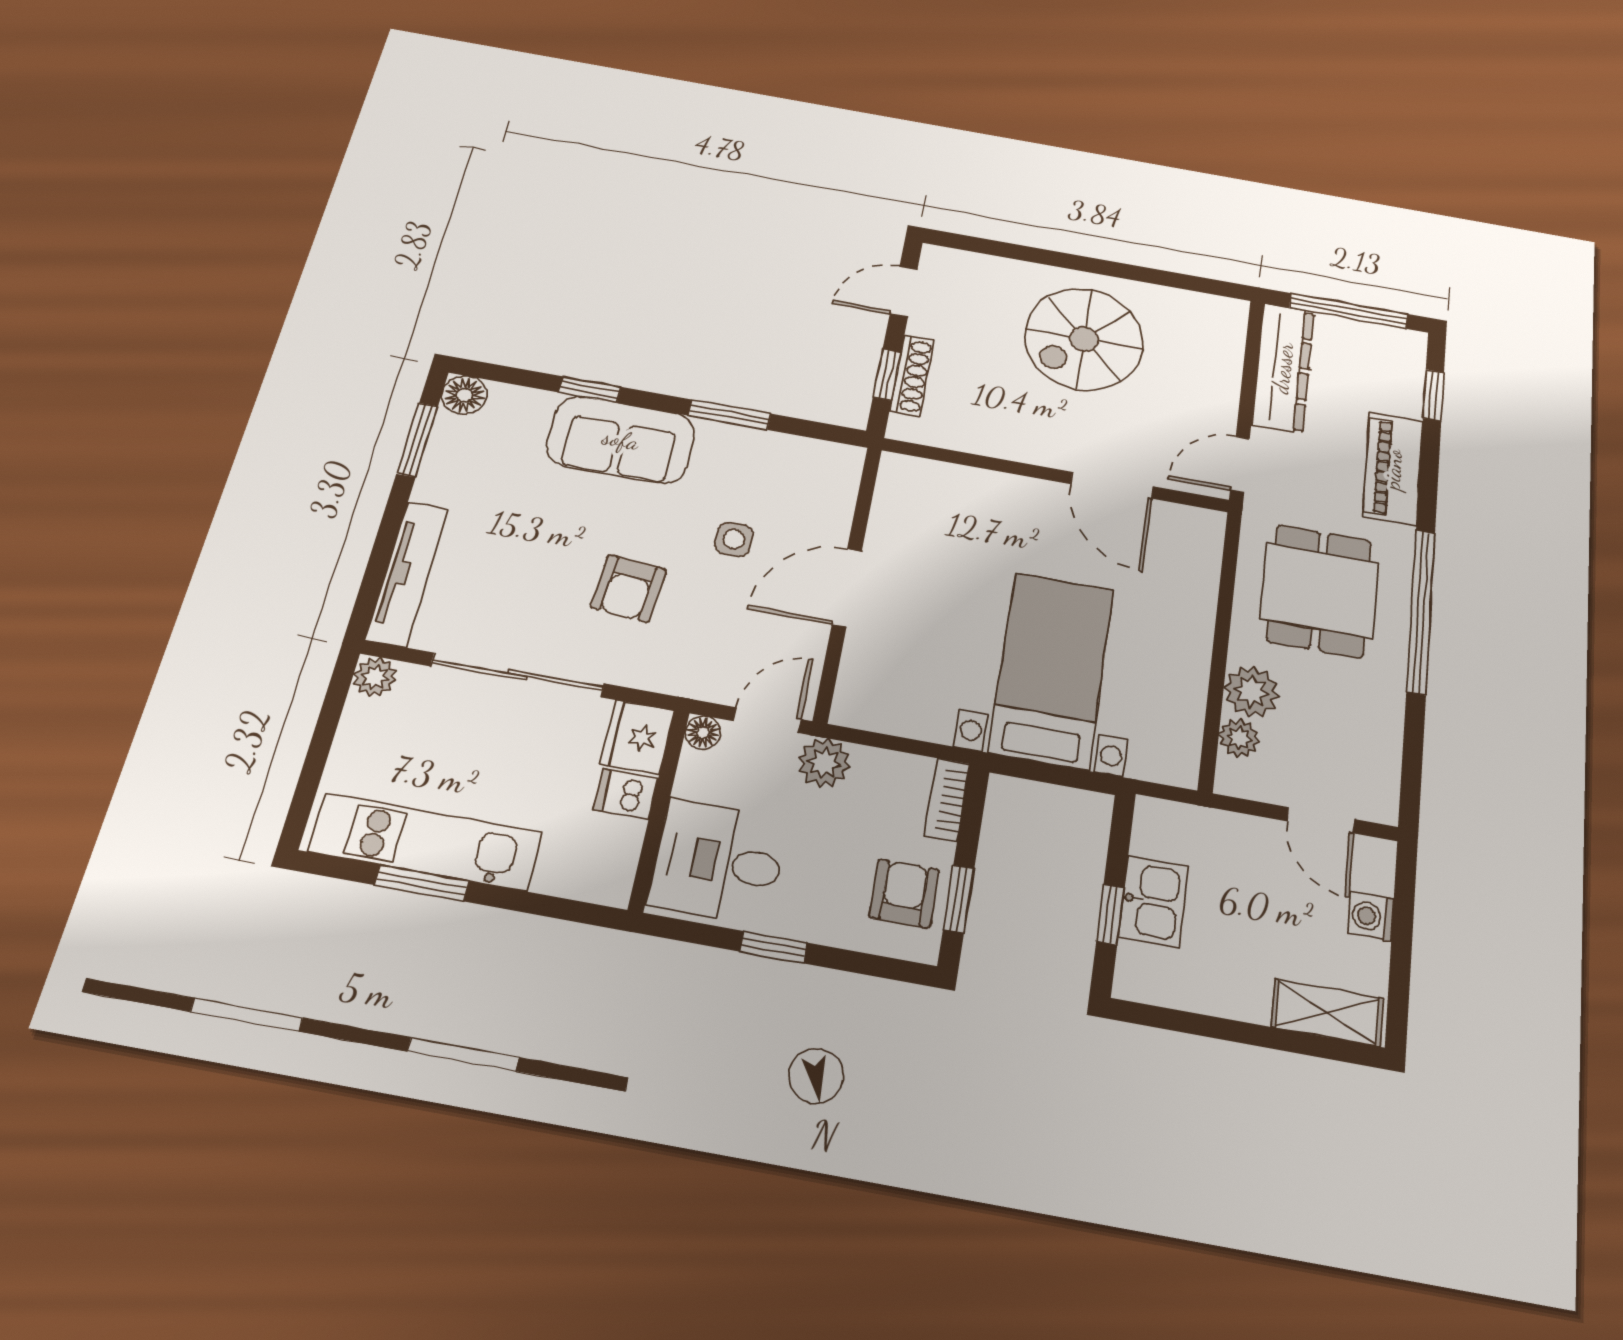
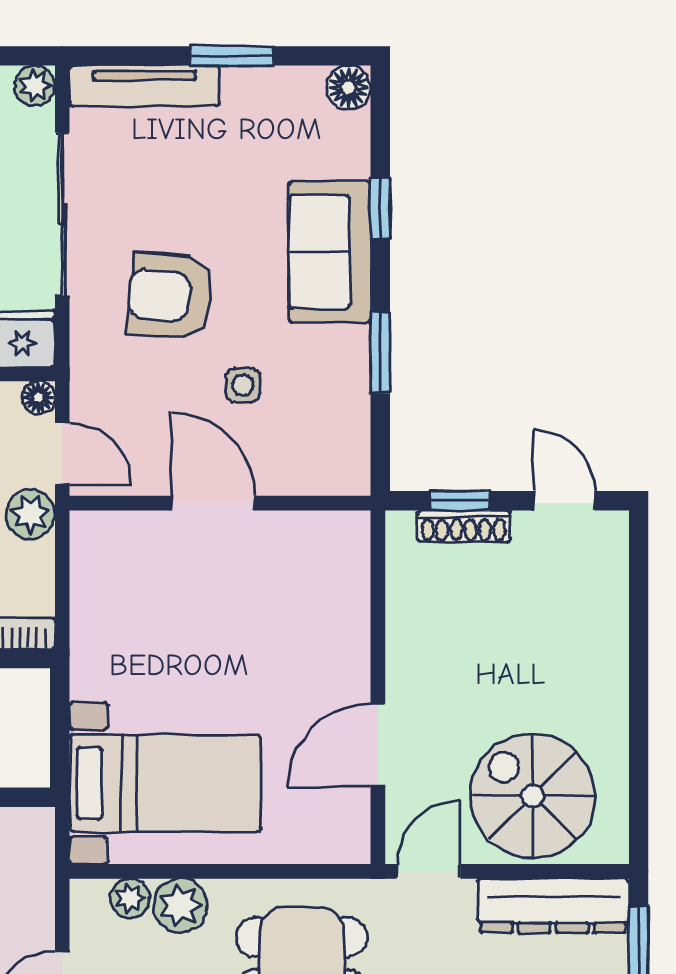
spiral stairs: (1084, 339) -> (532, 796), moved
window: (417, 440) -> (232, 56), moved
door: (1240, 464) -> (428, 871), hinge flipped
armchair: (628, 588) -> (171, 296), width x1.38, depth x1.38
bed with nightstands: (1052, 670) -> (165, 783), moved

